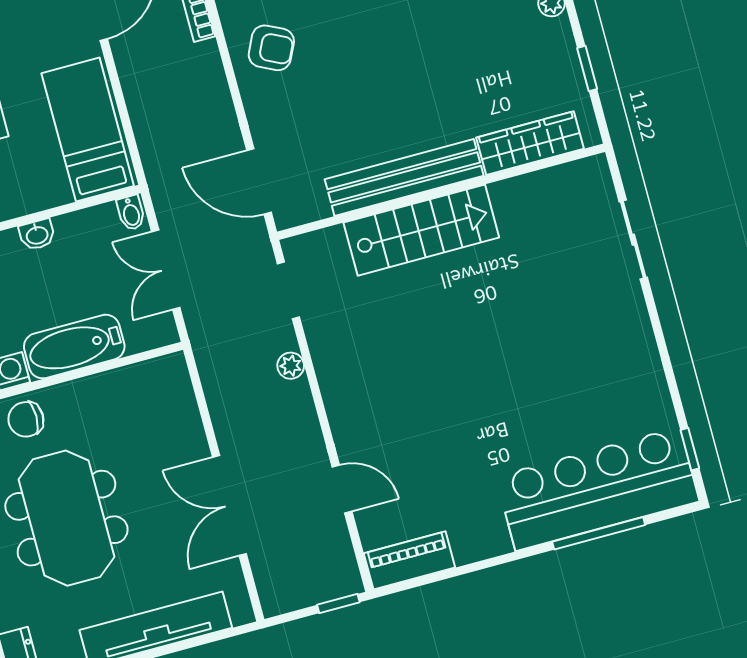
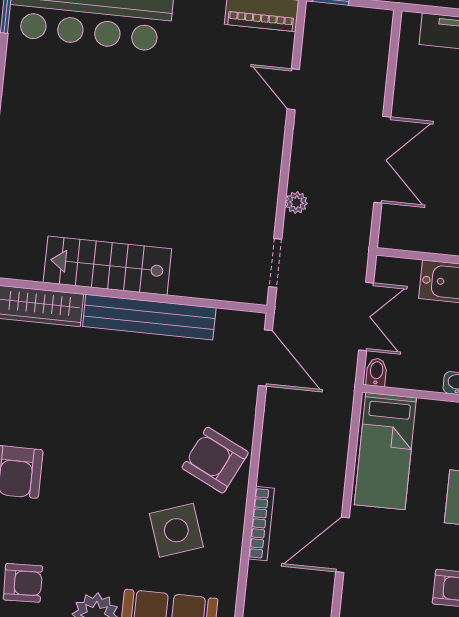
armchair: (271, 48) -> (215, 460), width x1.38, depth x1.38
stairs: (421, 230) -> (107, 266), moved
double door: (229, 506) -> (382, 160), moved

